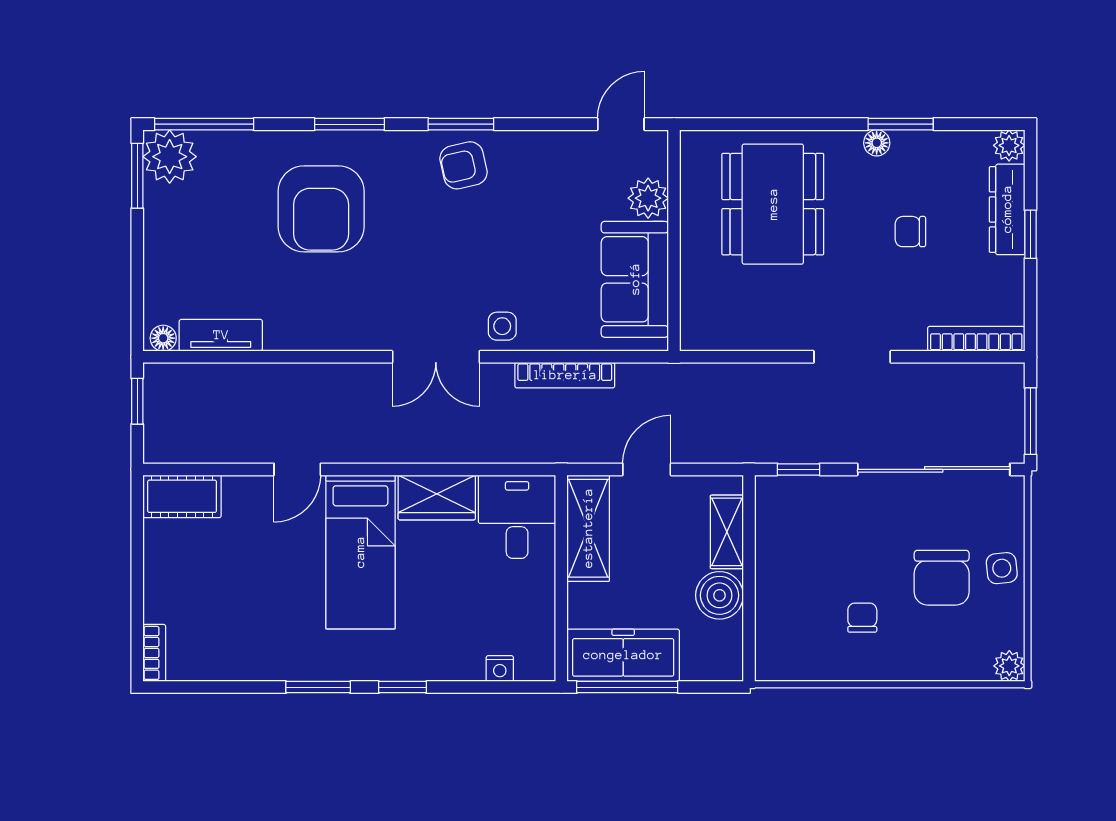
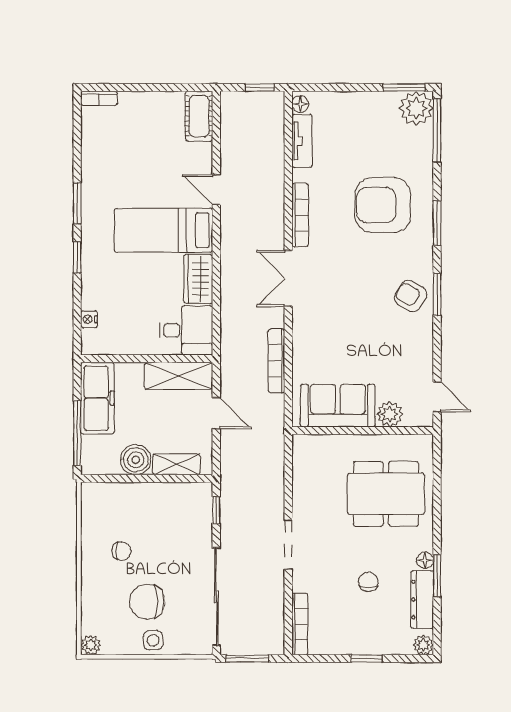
armchair: (463, 165) -> (411, 296), turned -47
dresser: (1007, 209) -> (422, 600), moved, turned -90
side table: (502, 326) -> (308, 321), removed
bookcase: (337, 338) -> (300, 215), added
window: (627, 687) -> (77, 433), moved

